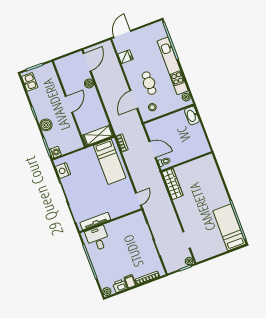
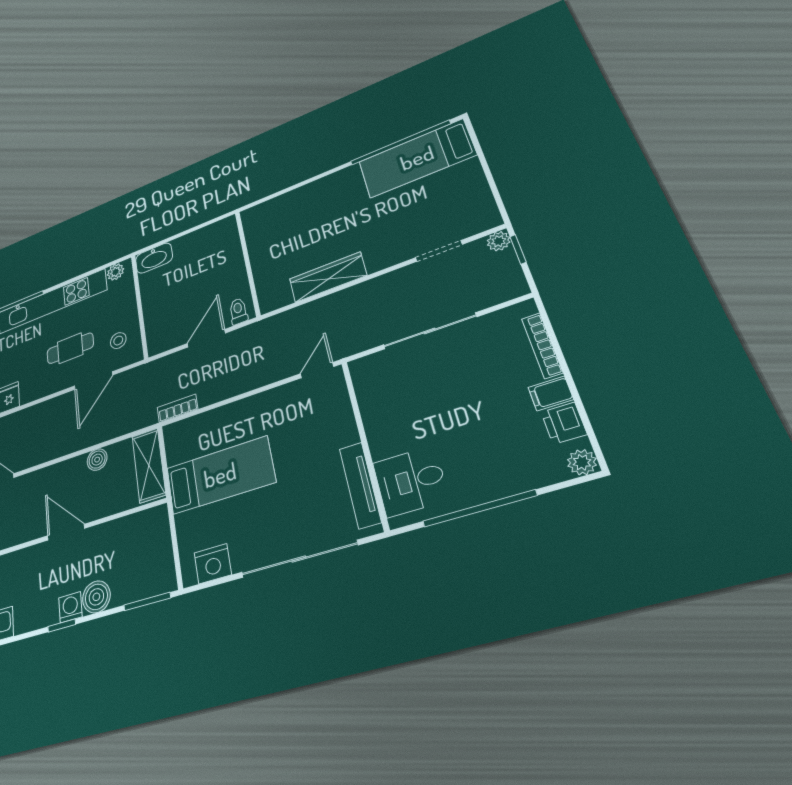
boiler: (89, 83) -> (97, 460), moved
door: (134, 100) -> (93, 381), hinge flipped
washing machine: (55, 152) -> (70, 607), moved
bed: (110, 162) -> (220, 475), moved
wardrobe: (173, 184) -> (328, 277), moved
door: (138, 199) -> (317, 370), hinge flipped

